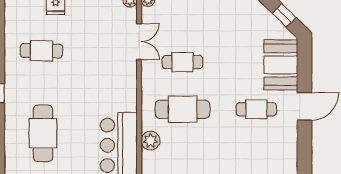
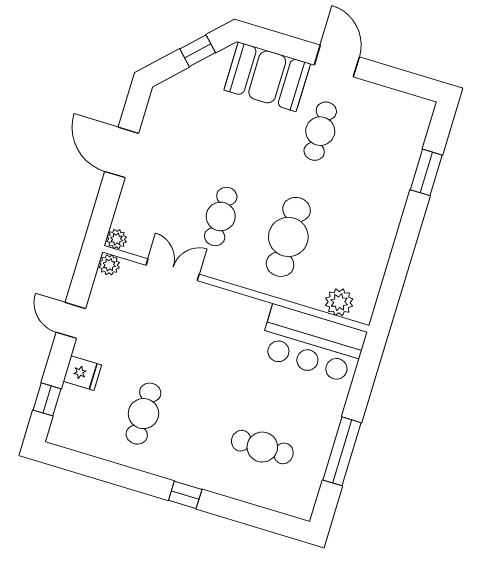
cafe table: (43, 133) -> (262, 447), width x0.73, depth x0.74
plant: (151, 141) -> (339, 302), moved

